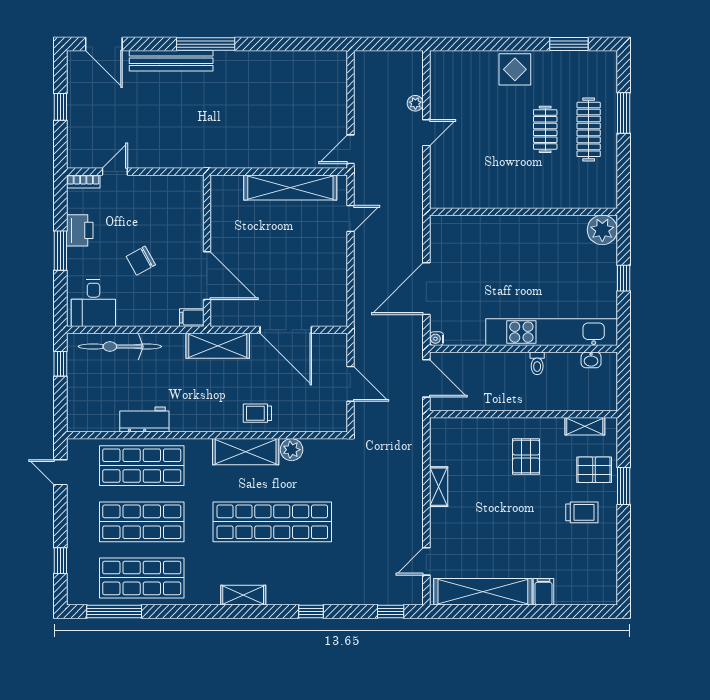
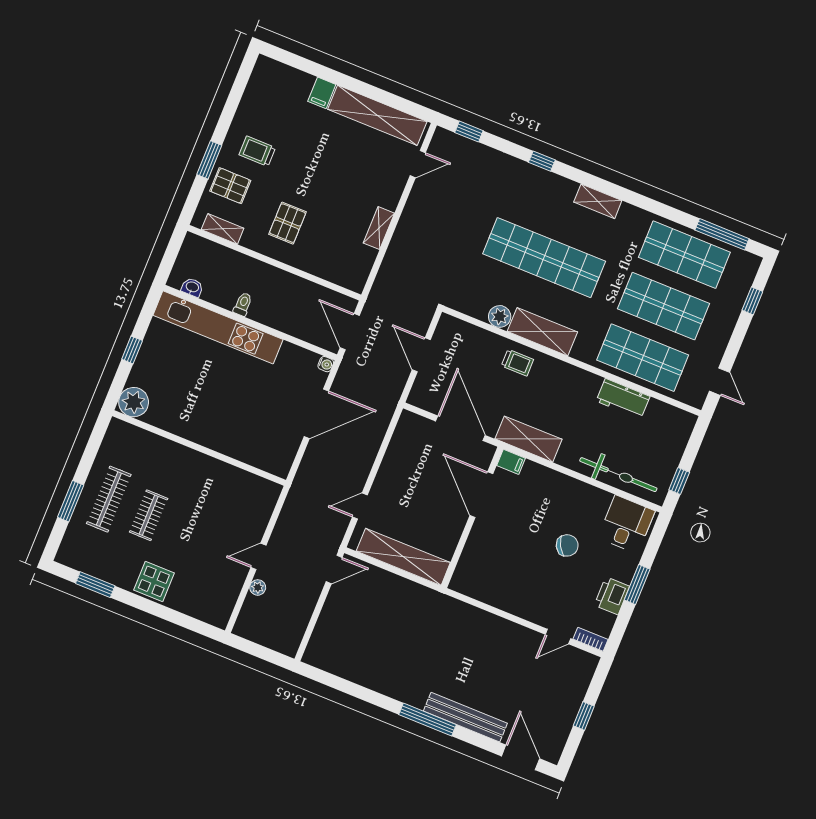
wall: (207, 251) -> (472, 517), moved
door: (207, 276) -> (481, 495), moved
filing cabinet: (192, 318) -> (511, 462), moved

